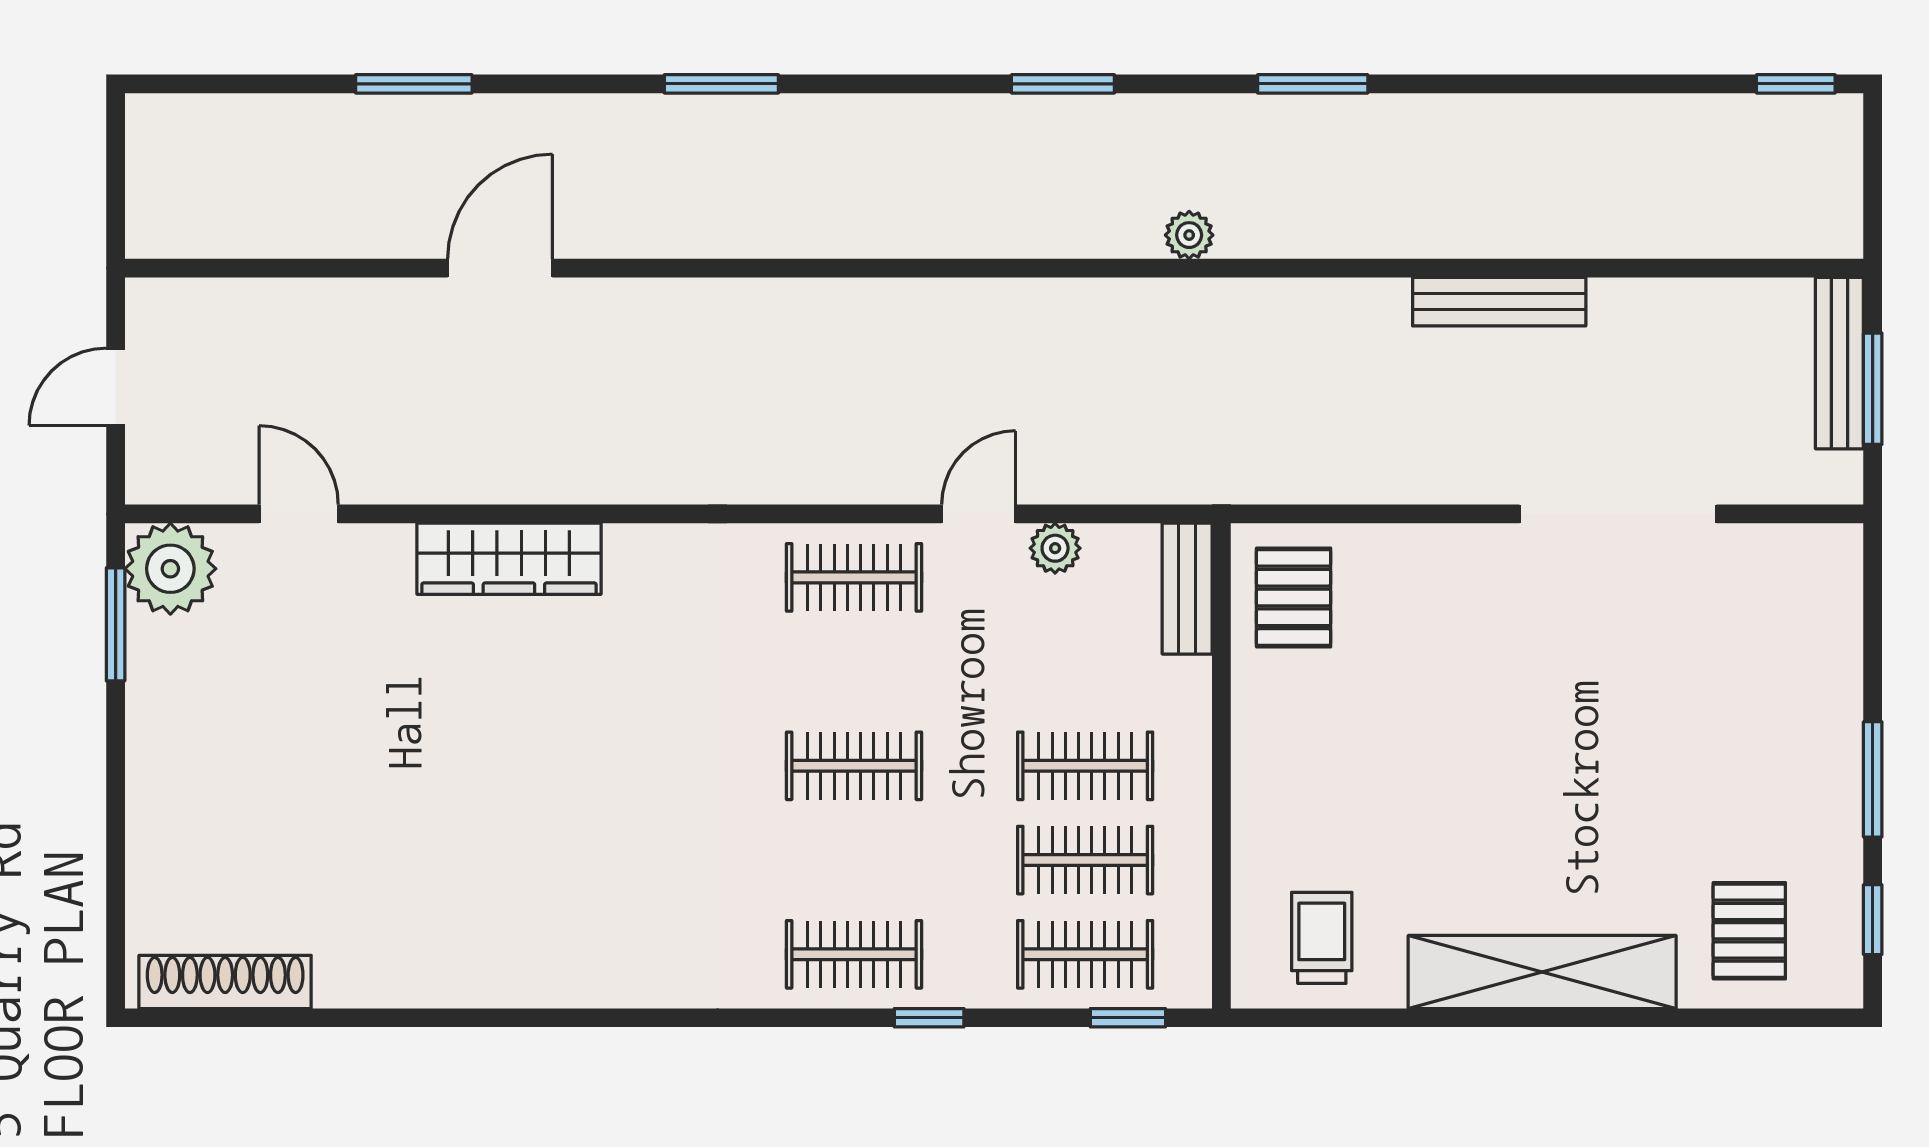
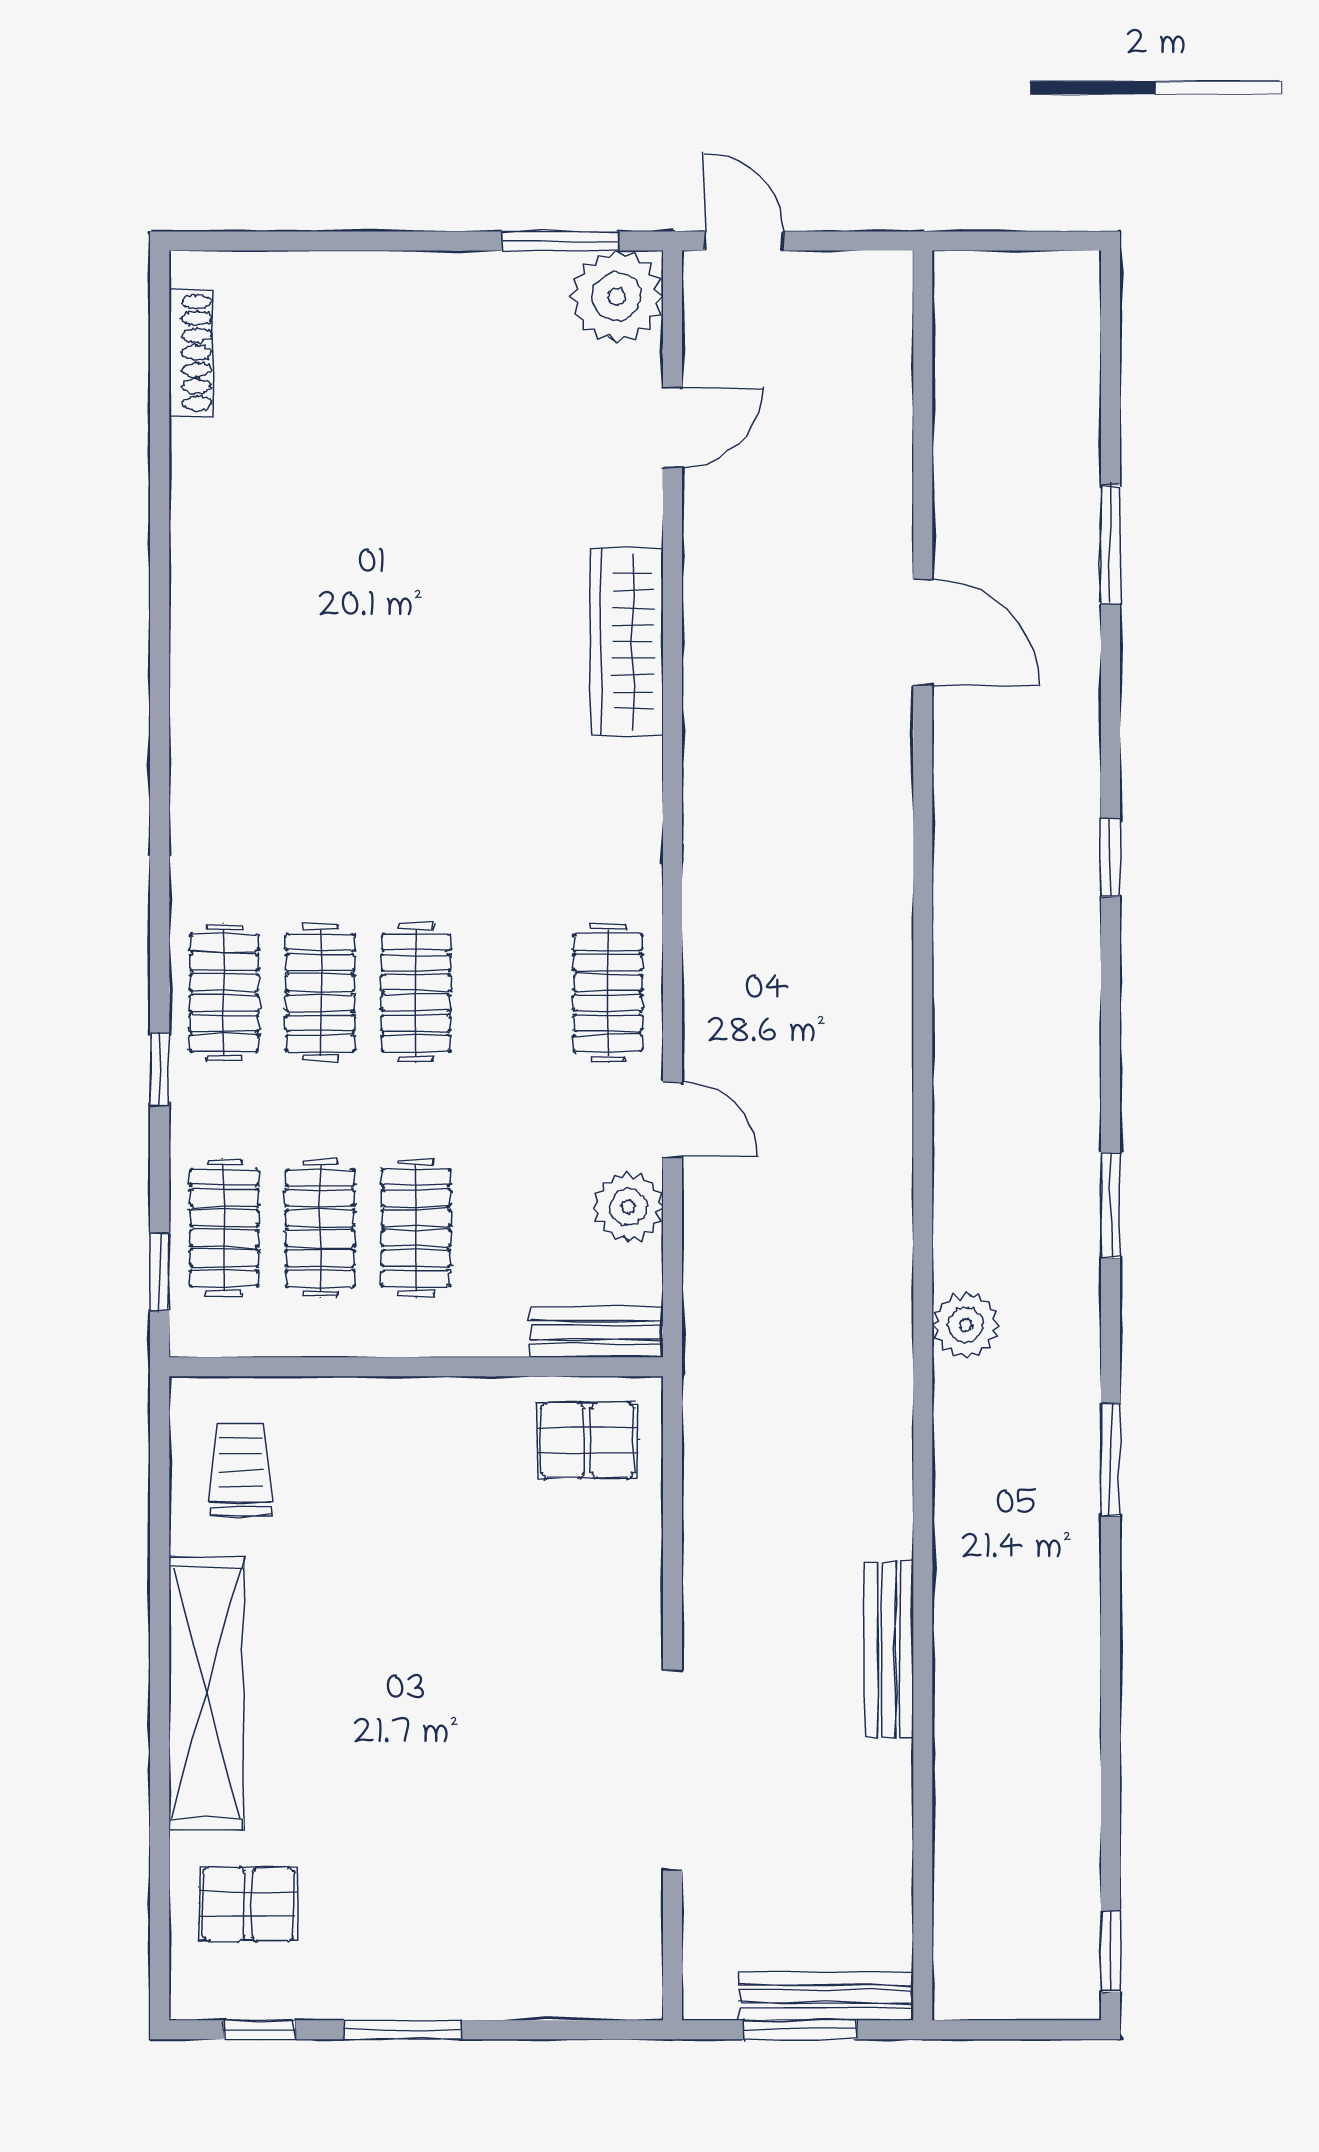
window: (721, 84) -> (1110, 858), width x0.67
plant: (1189, 235) -> (966, 1325), width x1.38, depth x1.38
door: (116, 387) -> (744, 241), moved
plant: (1055, 548) -> (628, 1207), width x1.38, depth x1.38
clothes rail: (854, 860) -> (320, 993), added
trolley: (1322, 938) -> (241, 1469), turned -90
shoe rack: (225, 982) -> (191, 352), width x0.74, depth x0.81

